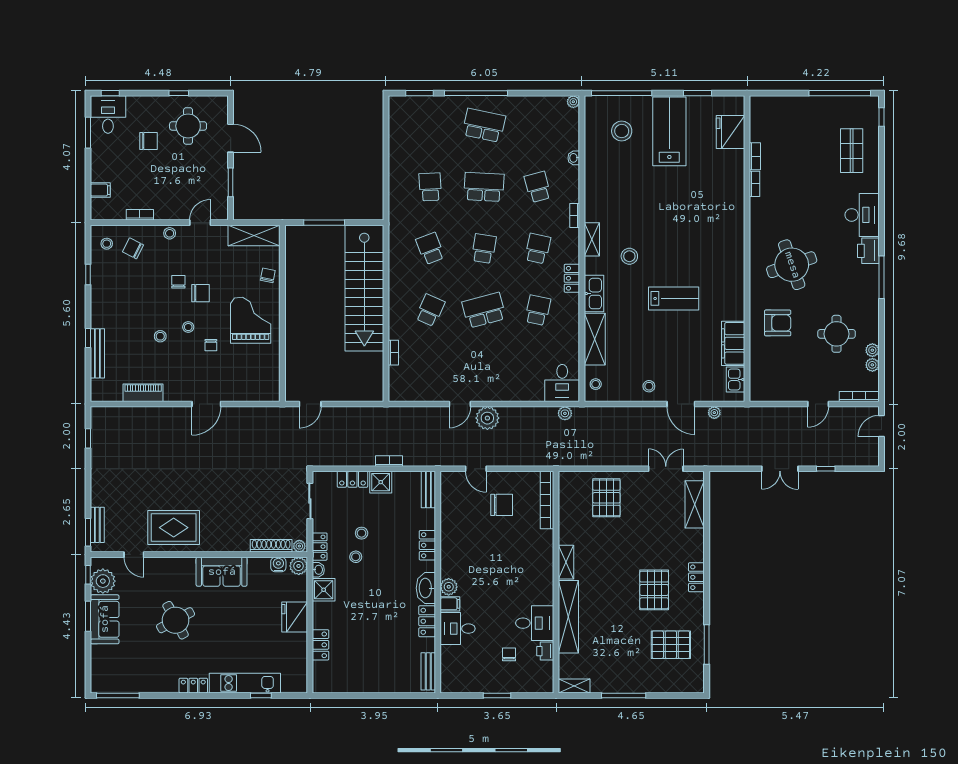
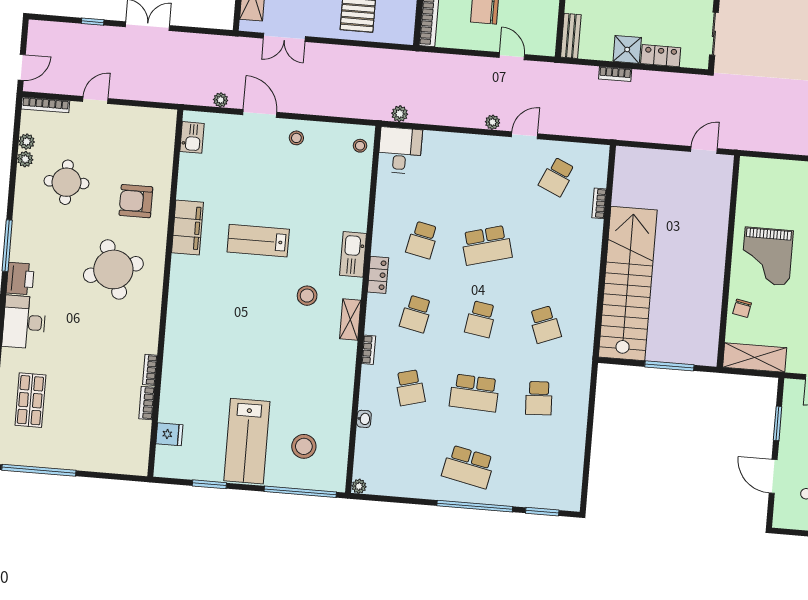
fridge: (730, 132) -> (169, 434), width x0.53, depth x0.75
school desk: (430, 310) -> (557, 177), moved
shelving: (595, 339) -> (357, 200), removed
filing cabinet: (733, 343) -> (187, 227), moved
plant: (487, 418) -> (493, 122), width x0.53, depth x0.53

